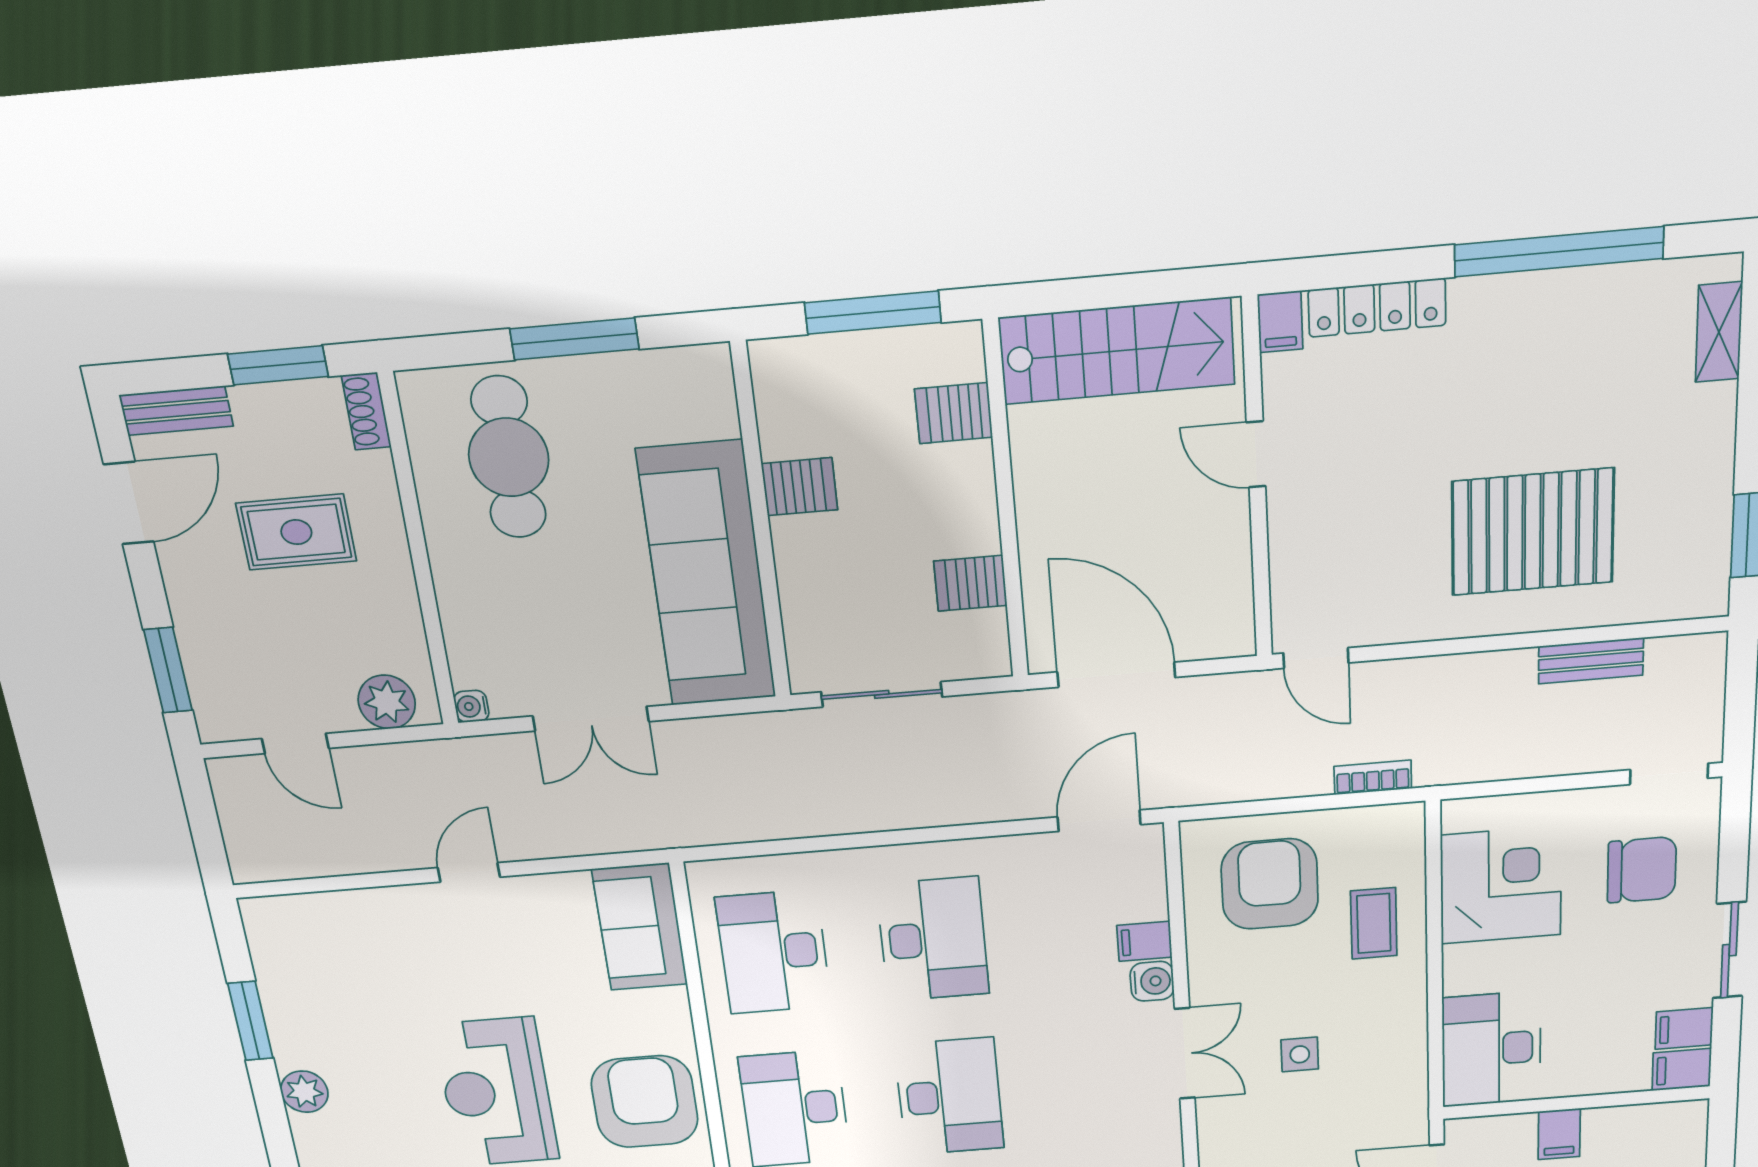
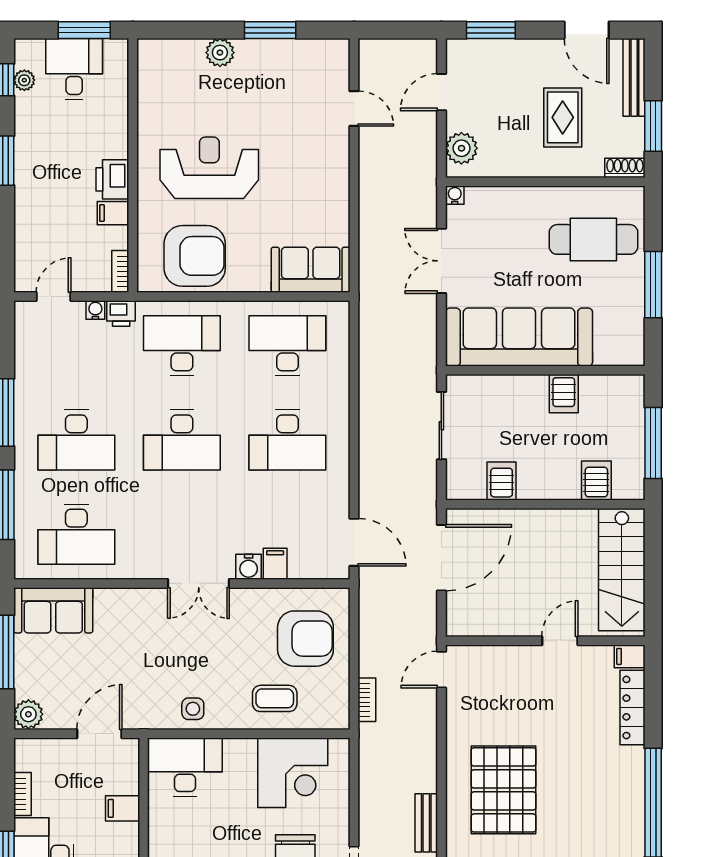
bench: (176, 411) -> (634, 77), width x1.36
door: (469, 872) -> (354, 109), moved
side table: (1300, 1054) -> (193, 709), moved

